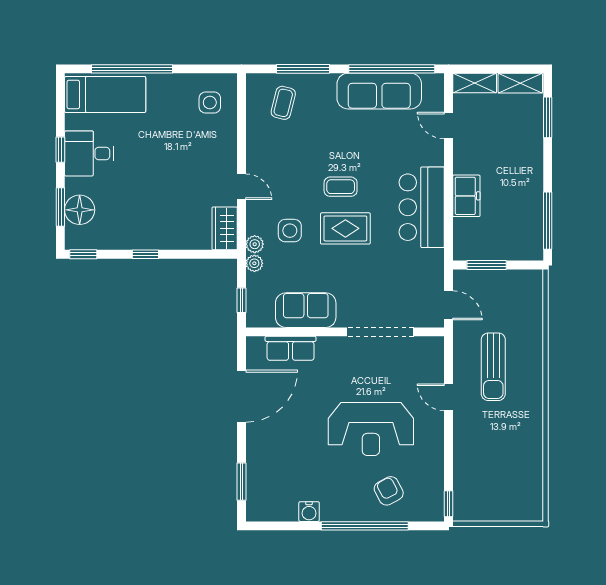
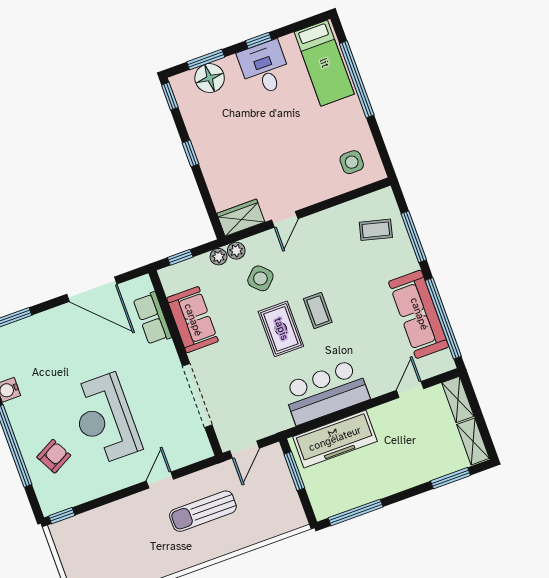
freezer: (466, 196) -> (335, 439), width x1.91, depth x1.26
side table: (290, 231) -> (260, 278), turned 45

